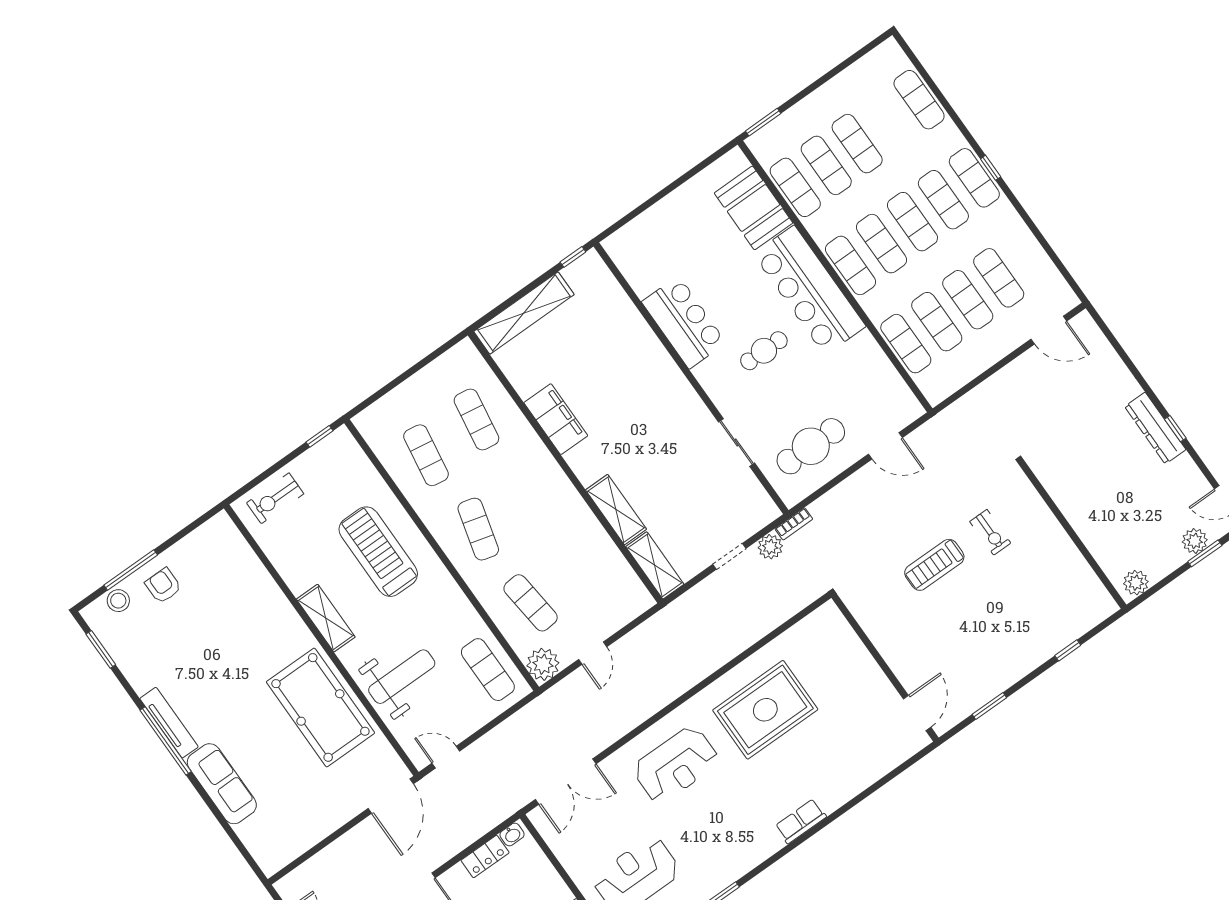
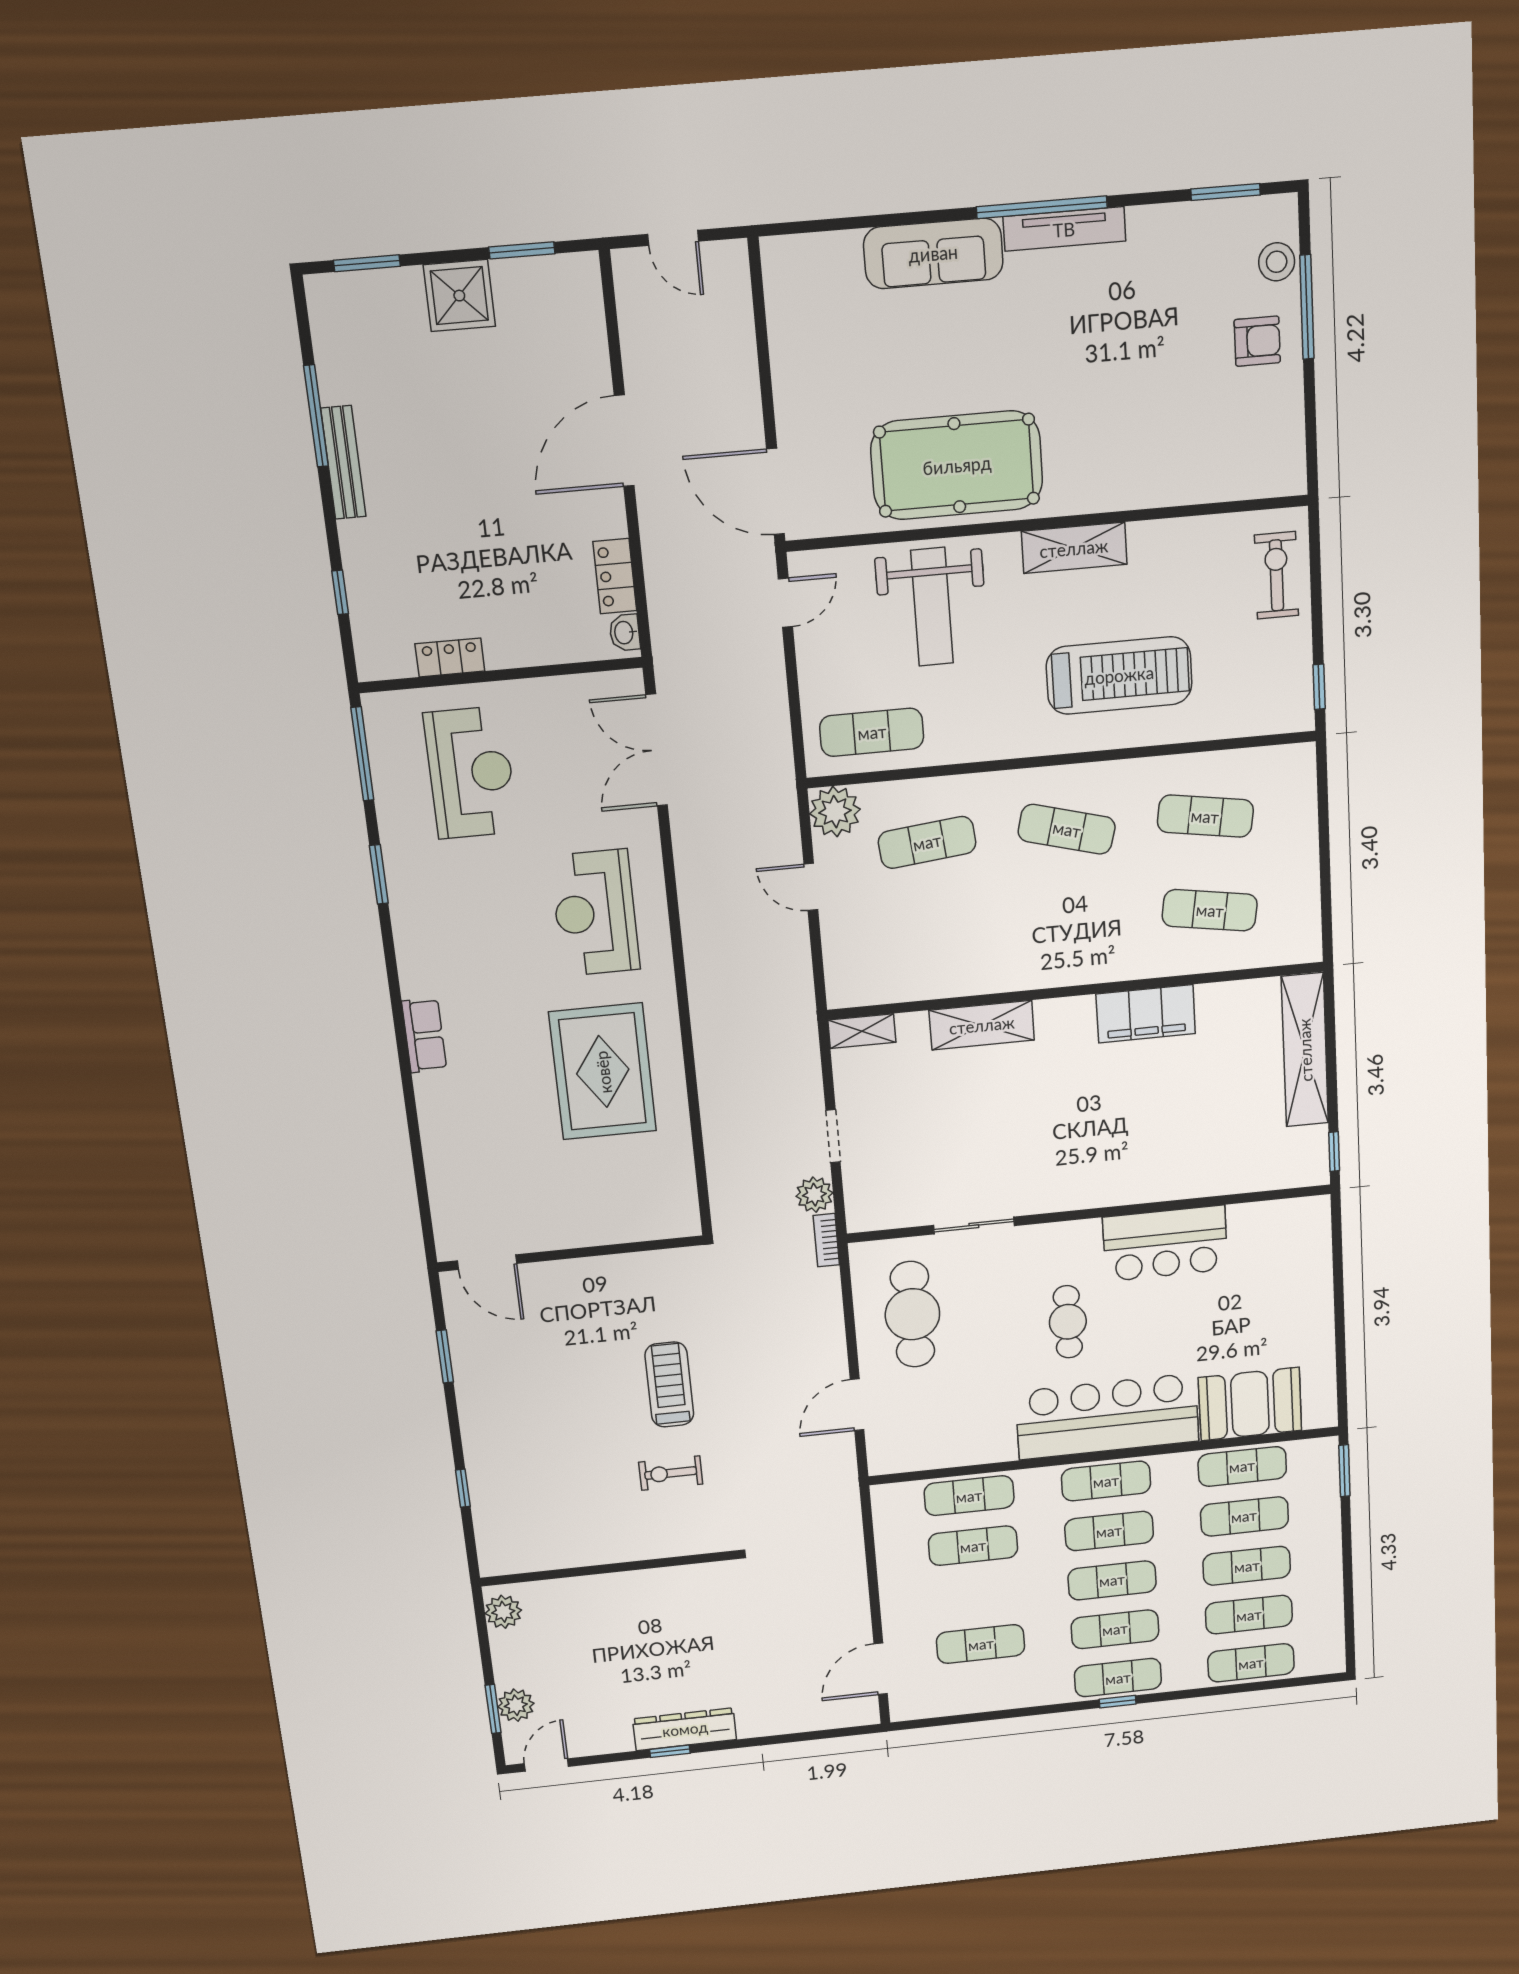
exercise mat: (968, 300) -> (1249, 1615), moved
shelving: (655, 565) -> (862, 1031), width x0.67, depth x0.75

